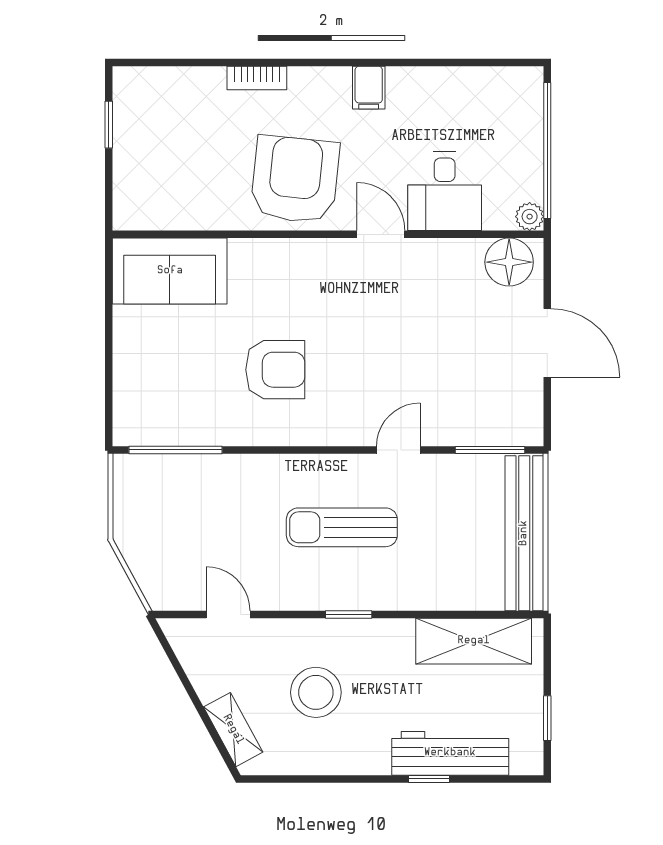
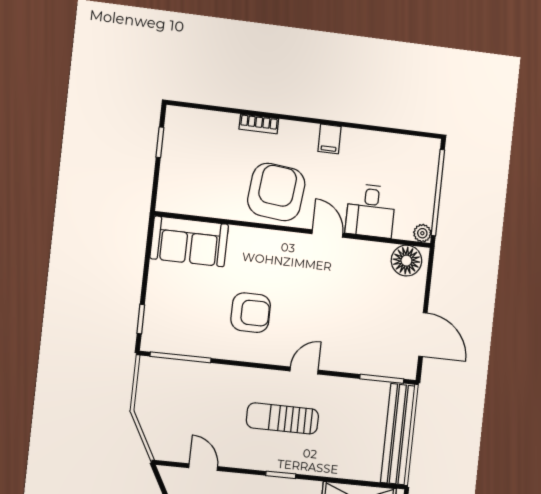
door: (547, 343) -> (423, 335), moved
window: (109, 398) -> (141, 319), added
door: (398, 450) -> (304, 371), moved

